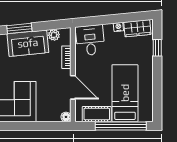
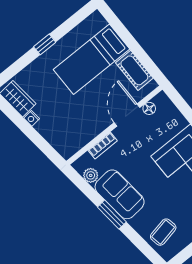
desk: (90, 40) -> (67, 135), removed
window: (157, 48) -> (45, 44), moved
floor lamp: (66, 117) -> (149, 108), moved
window: (121, 126) -> (127, 37), removed

